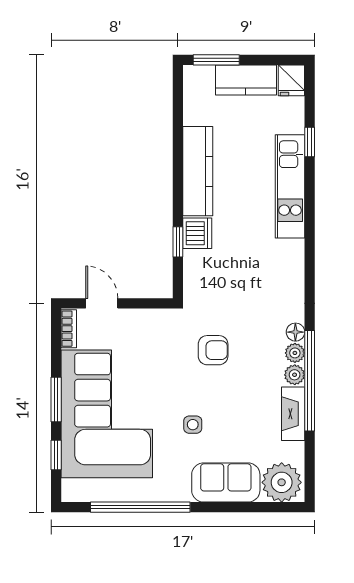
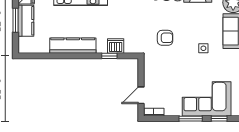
window: (216, 60) -> (15, 20), moved
dishwasher: (197, 233) -> (116, 46), moved
armchair: (213, 350) -> (165, 38), turned 90
corner sofa: (107, 414) -> (207, 99), width x0.73, depth x0.74

